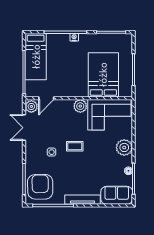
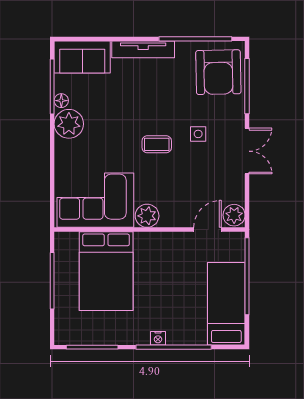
double door: (24, 128) -> (247, 151), moved
plant: (124, 147) -> (69, 124), moved

